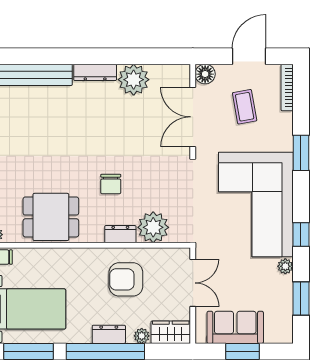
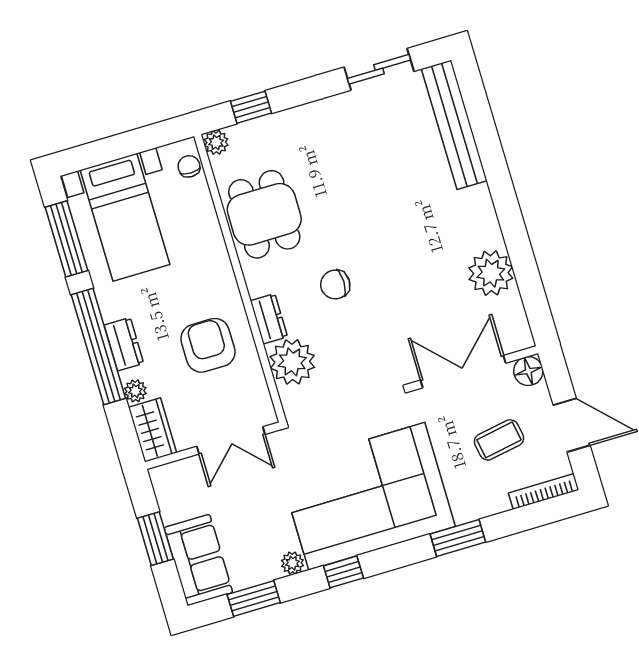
dresser: (95, 72) -> (485, 216), removed
sofa: (235, 327) -> (198, 560), moved

